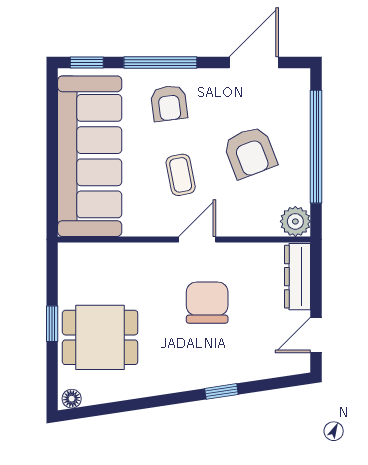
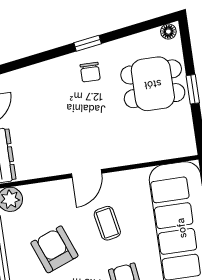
chair: (207, 303) -> (90, 72), moved, width x0.54, depth x0.54
window: (221, 391) -> (88, 43), moved

